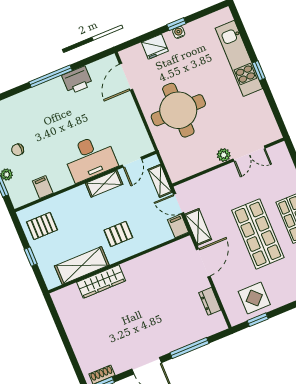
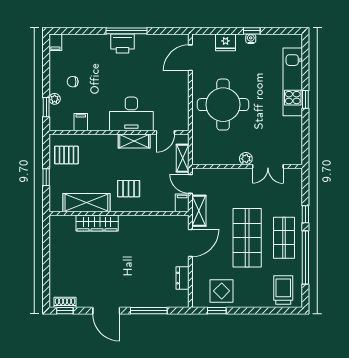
printer: (77, 80) -> (123, 43), moved

